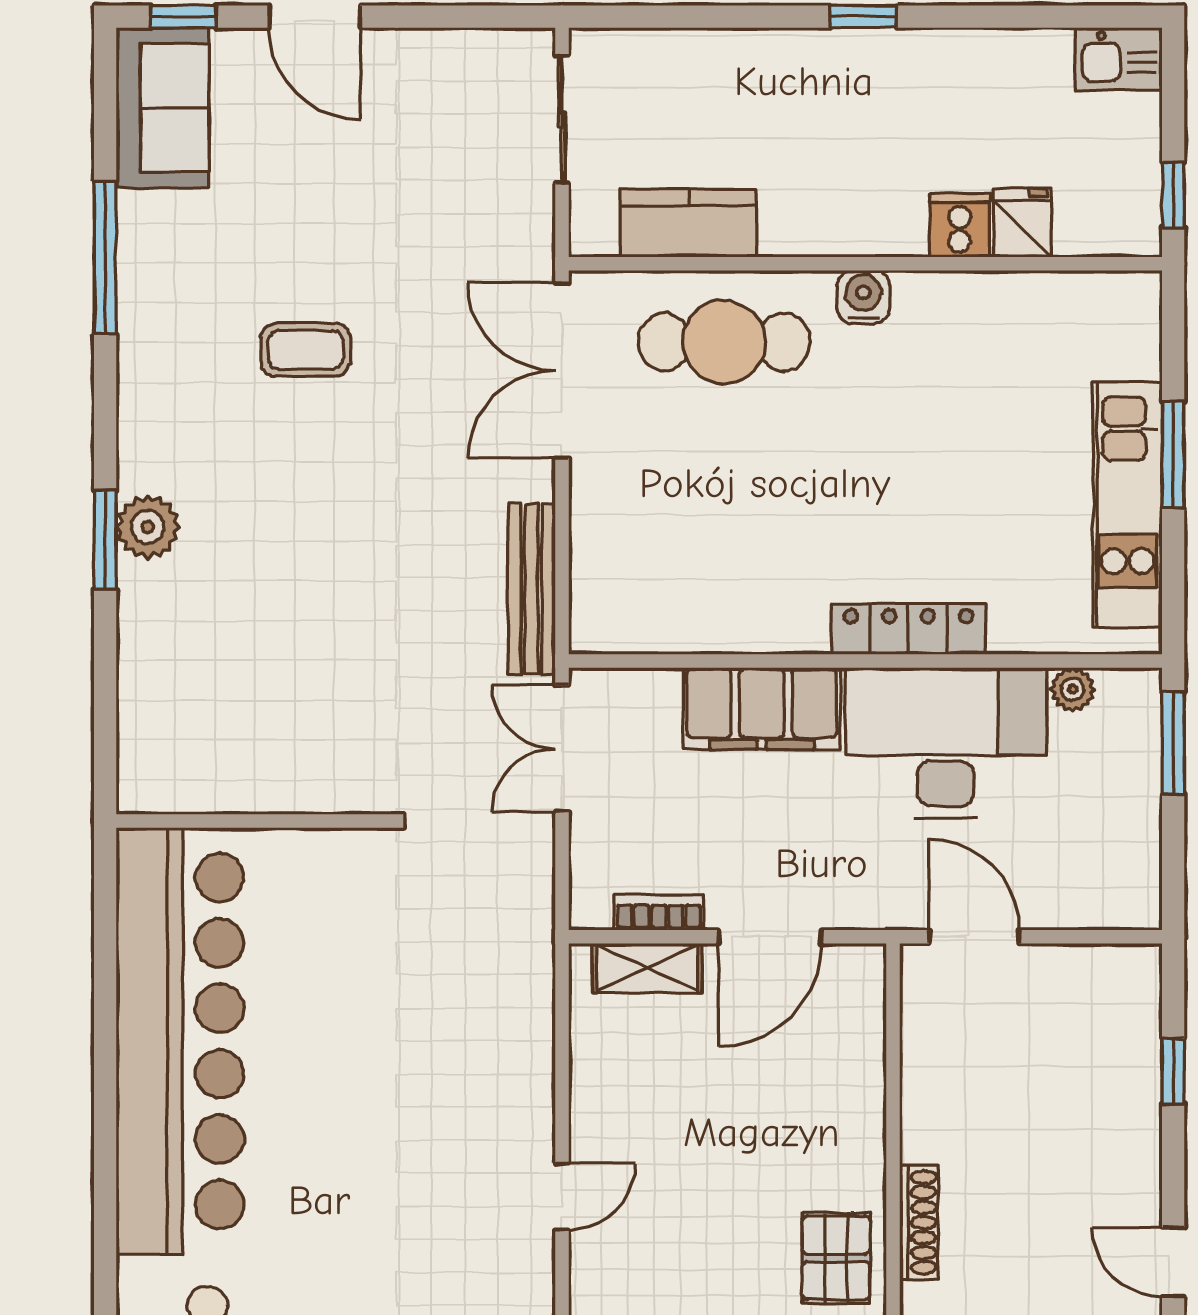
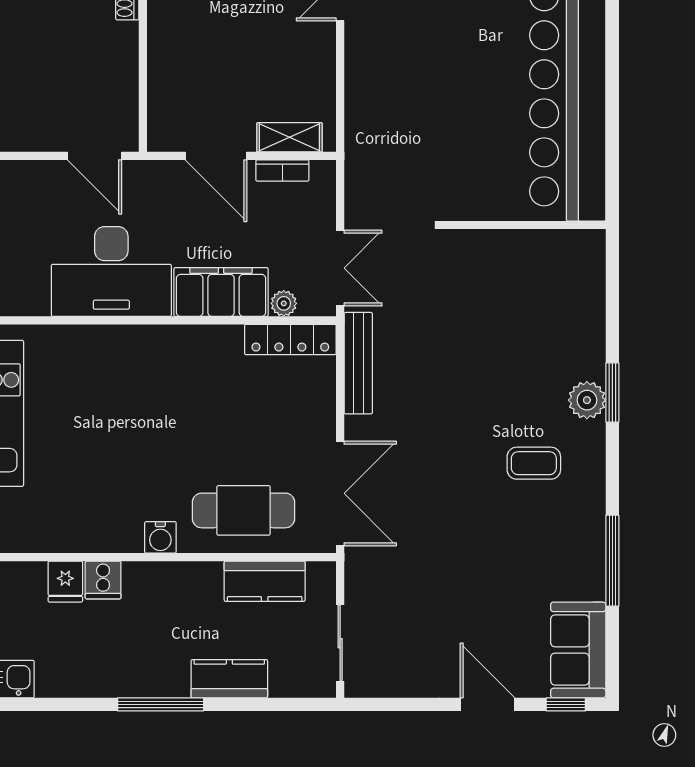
window: (863, 17) -> (161, 704), width x2.17
kitchen counter: (748, 60) -> (229, 679), added
coffee table: (306, 350) -> (534, 463), moved
locker: (909, 629) -> (290, 339), moved
plant: (1073, 689) -> (284, 303), moved
door: (770, 937) -> (216, 156), swing flipped

